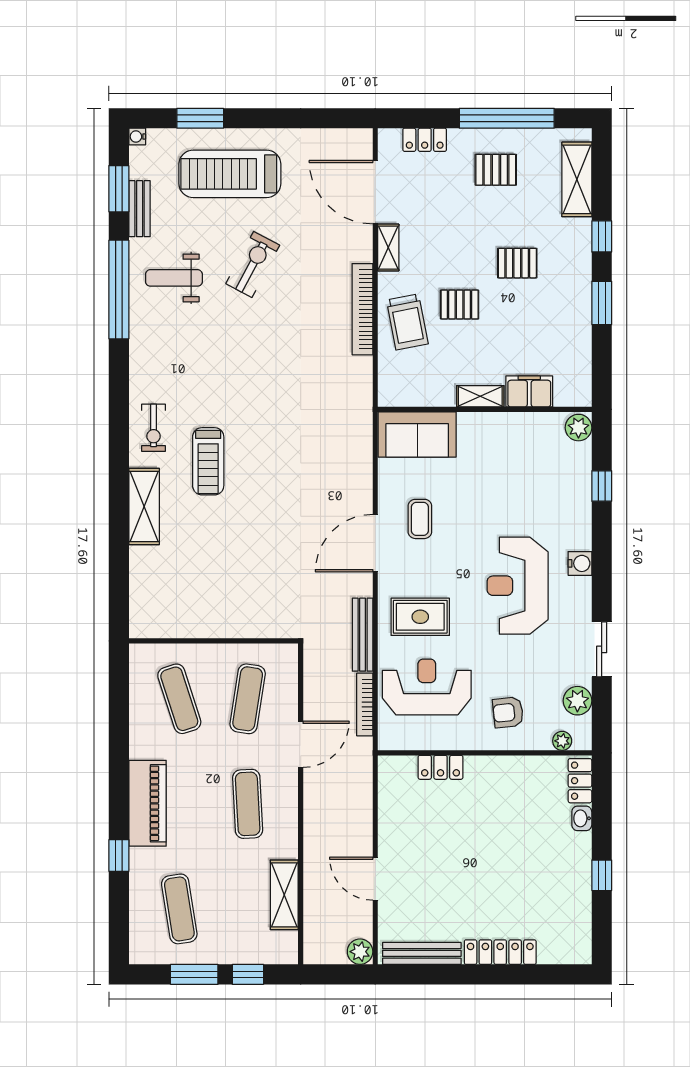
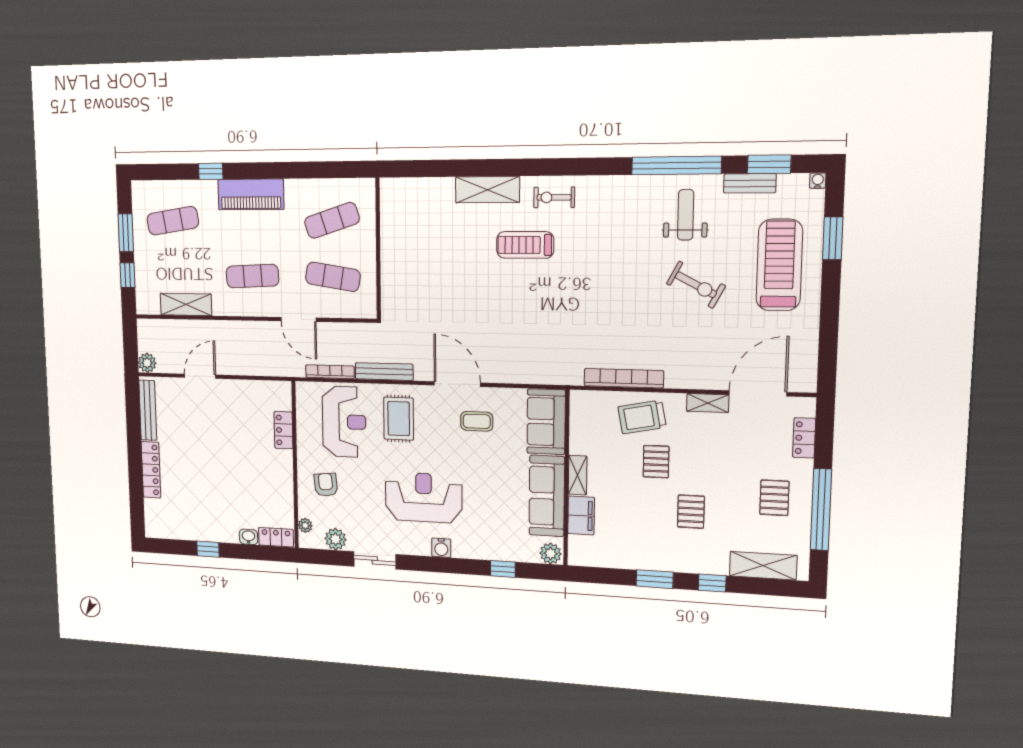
bookcase: (362, 309) -> (624, 378), moved
sofa: (508, 433) -> (547, 496), added

